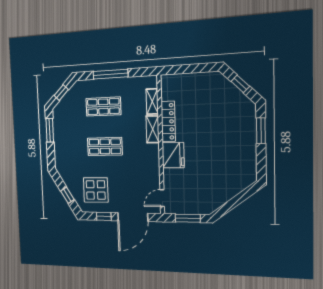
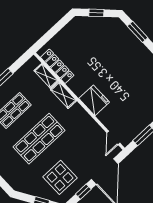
locker: (168, 121) -> (57, 66), moved
shop shelf: (105, 146) -> (39, 139), width x1.43, depth x1.36

